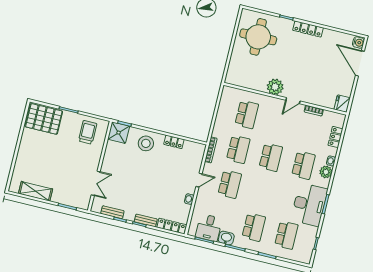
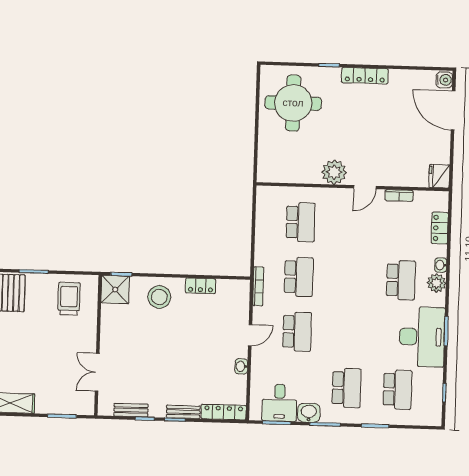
school desk: (271, 157) -> (350, 278), removed
double door: (96, 183) -> (97, 372), swing flipped

